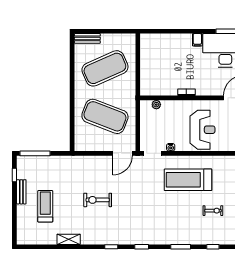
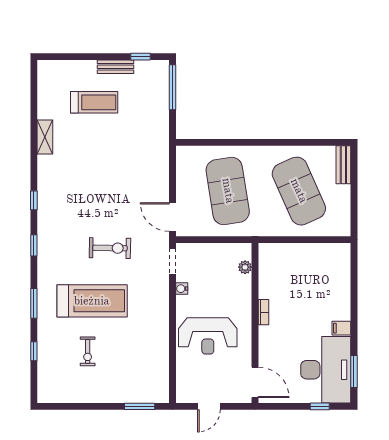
exercise mat: (105, 116) -> (228, 191), turned -30
treadmill: (188, 180) -> (92, 301), moved, turned 90
exercise bike: (98, 200) -> (110, 248), moved, turned 91

